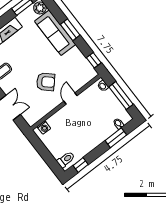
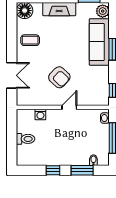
washing machine: (44, 127) -> (40, 115), moved
toilet: (66, 160) -> (26, 139), moved
window: (81, 165) -> (53, 170), moved

